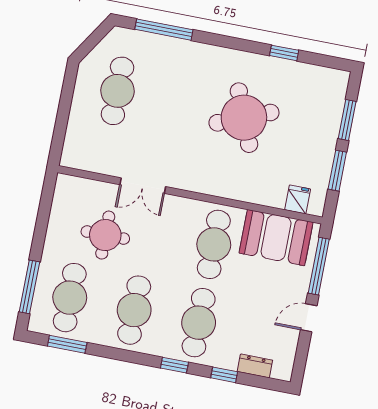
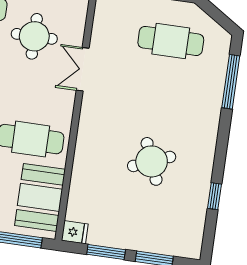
round table: (244, 118) -> (152, 161), width x0.73, depth x0.73
fridge: (298, 199) -> (75, 232), moved

